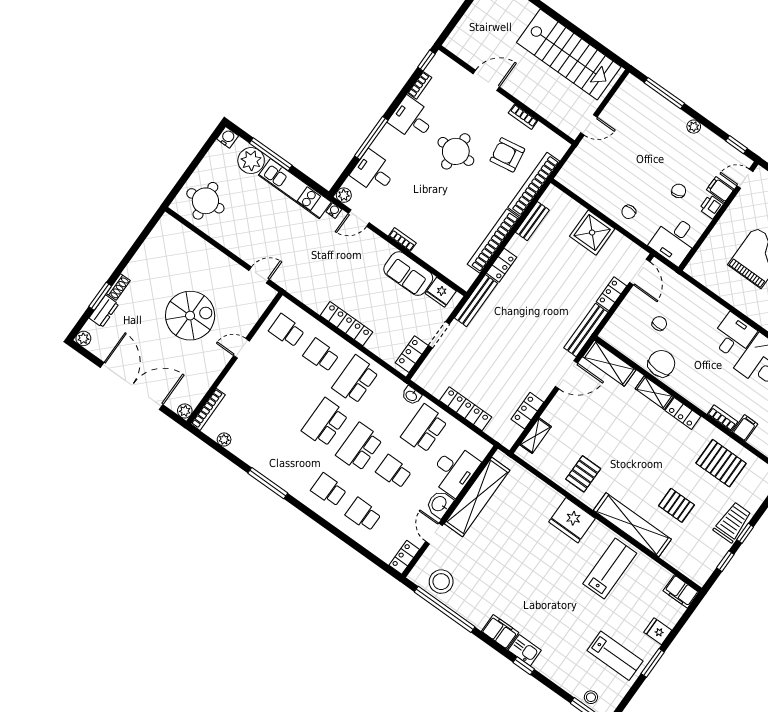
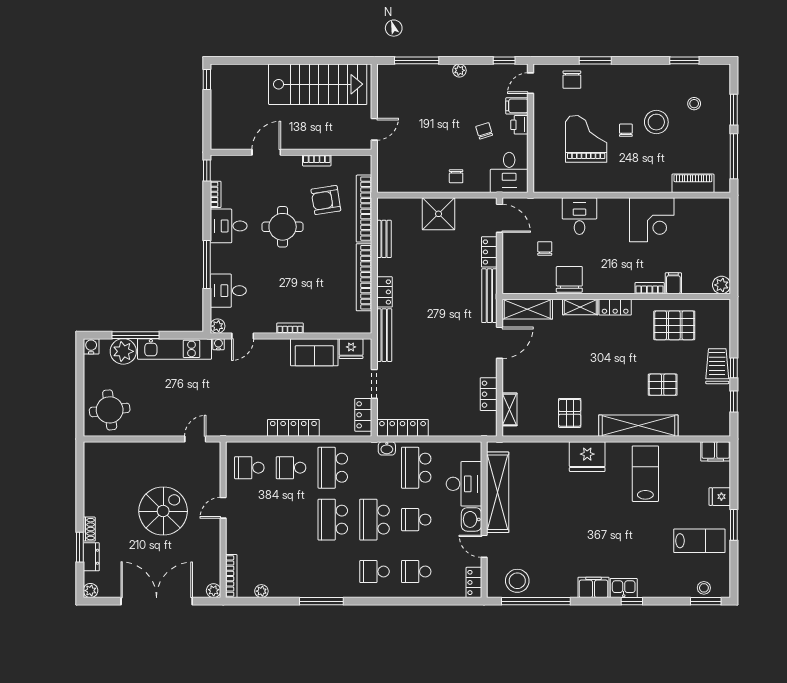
desk: (733, 336) -> (579, 216), moved
locker: (466, 409) -> (403, 428), moved

